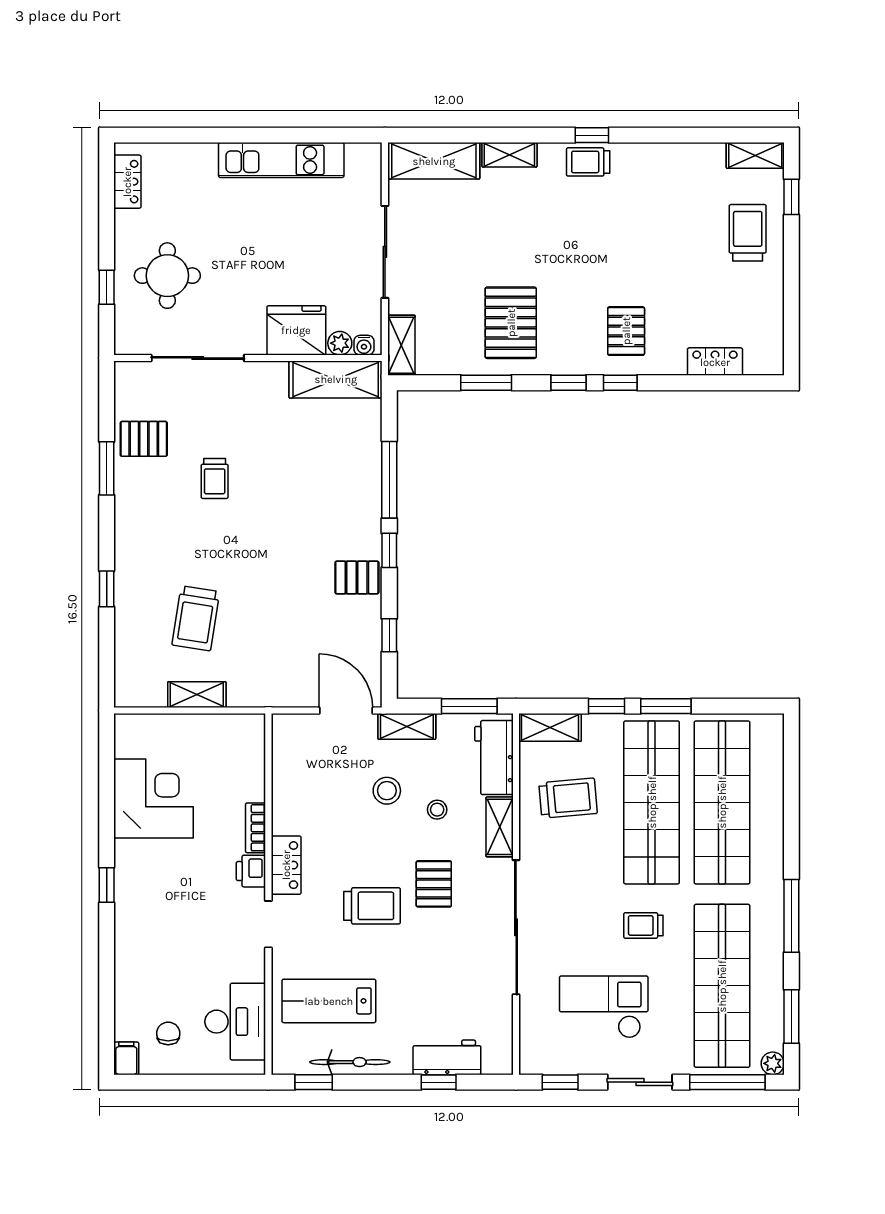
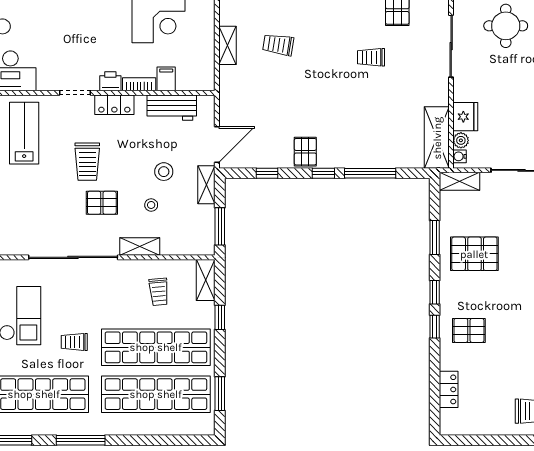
fridge: (296, 330) -> (465, 117), width x0.73, depth x0.75
trolley: (196, 618) -> (278, 45), width x0.73, depth x0.72
window: (666, 706) -> (220, 394), moved
workbench: (494, 758) -> (172, 108), moved, turned 180
filing cabinet: (247, 787) -> (166, 79), added
trolley: (568, 798) -> (159, 292), width x0.73, depth x0.72
trolley: (643, 925) -> (74, 342), turned -90

